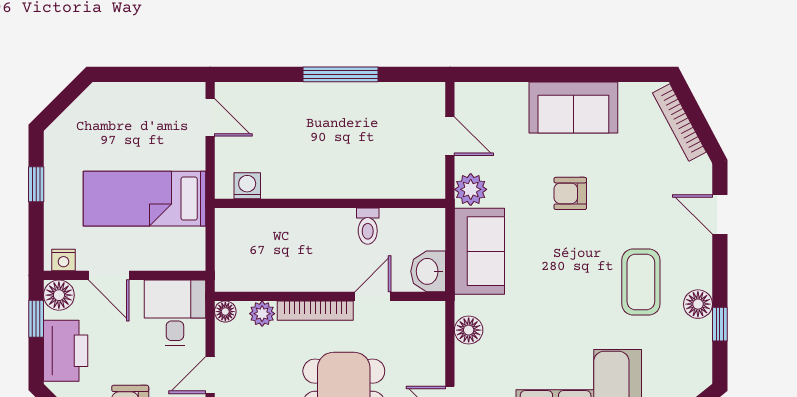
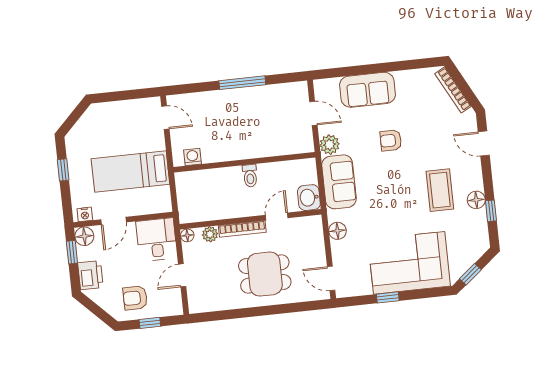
sofa: (573, 108) -> (368, 90), moved
toilet: (368, 226) -> (250, 176), moved
door: (109, 275) -> (114, 221), hinge flipped
printer: (66, 351) -> (90, 275), width x0.73, depth x0.84

